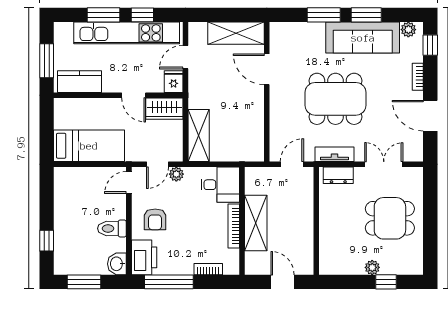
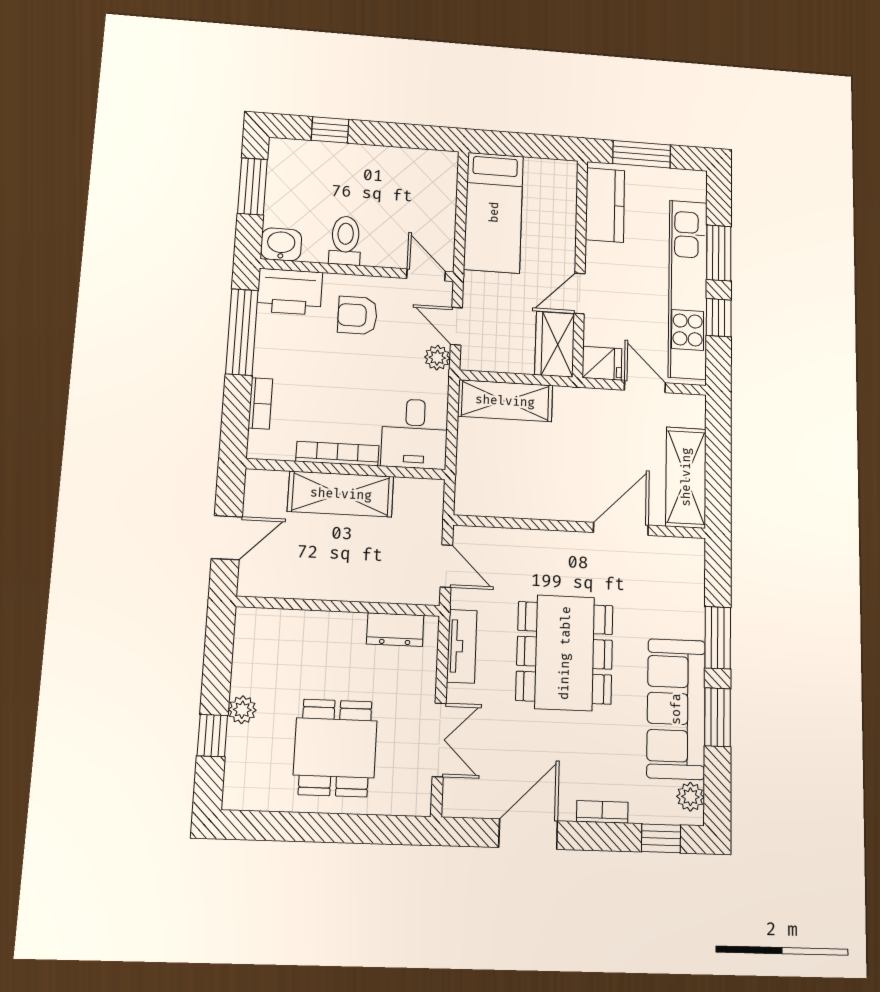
dresser: (338, 175) -> (395, 630), moved, turned -90

